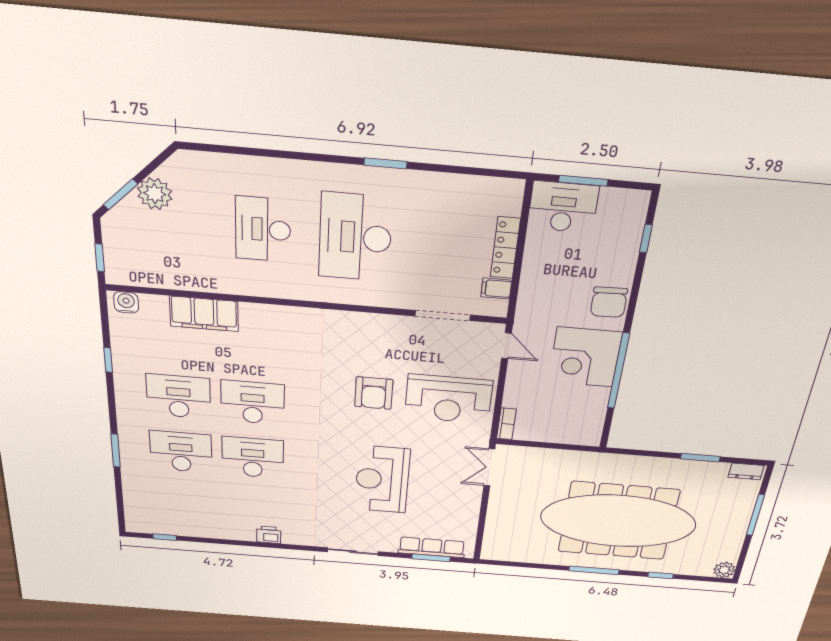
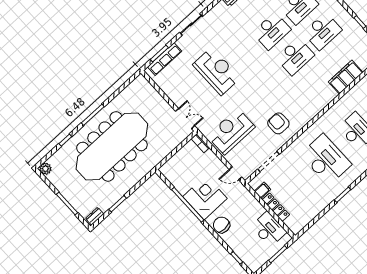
desk: (563, 207) -> (269, 229), moved, turned -90
armchair: (374, 393) -> (278, 123), moved

